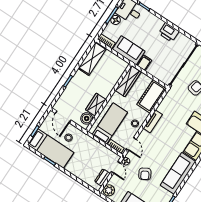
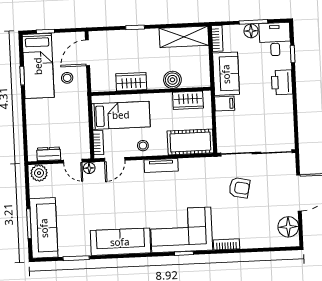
printer: (169, 32) -> (282, 82), moved
wardrobe: (128, 81) -> (188, 100), width x0.67
boiler: (87, 118) -> (172, 80), moved
door: (116, 167) -> (73, 161), hinge flipped
armchair: (145, 174) -> (91, 202), removed

